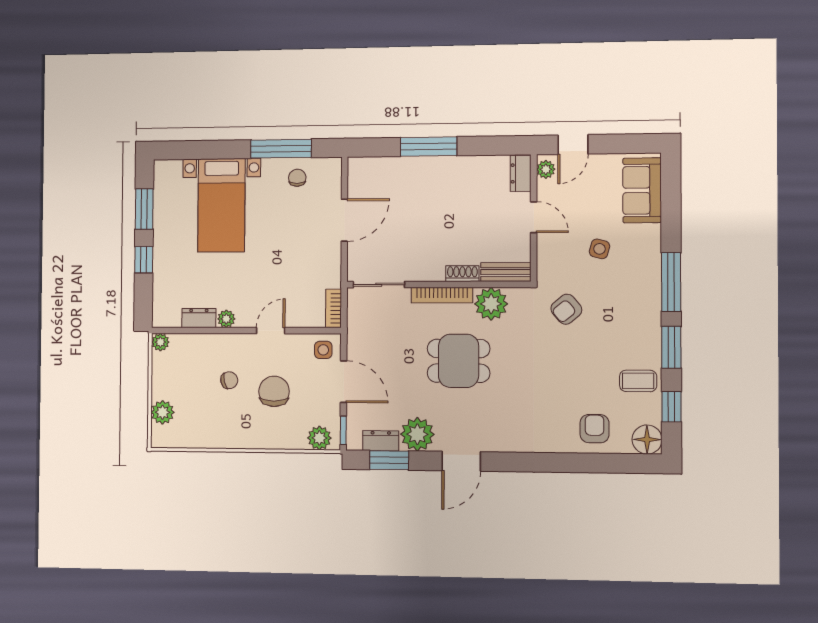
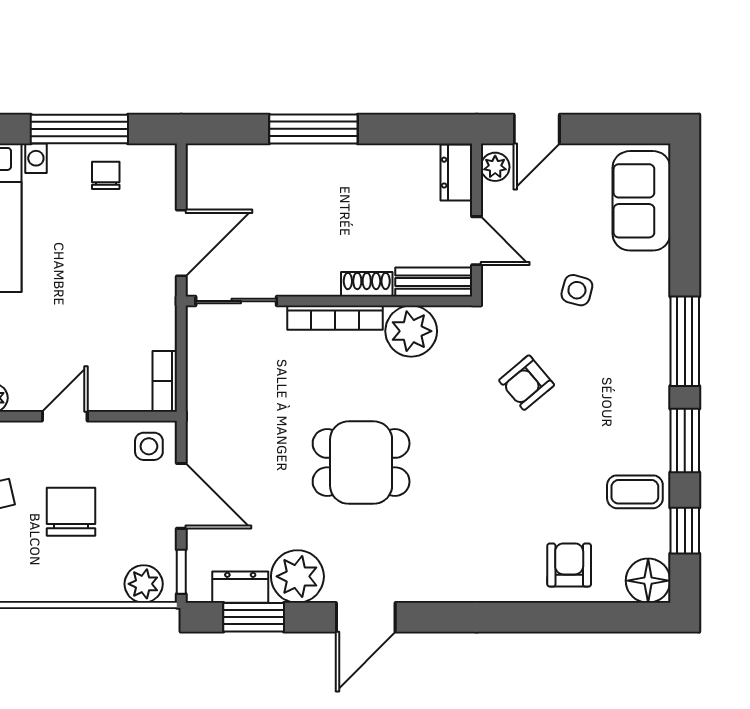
bench: (506, 272) -> (434, 282), moved
shoe rack: (462, 274) -> (367, 284), moved
sliding door: (379, 285) -> (236, 301), moved
wall: (438, 285) -> (329, 301), moved
bookcase: (442, 295) -> (335, 318), moved
plant: (491, 304) -> (411, 331), moved

